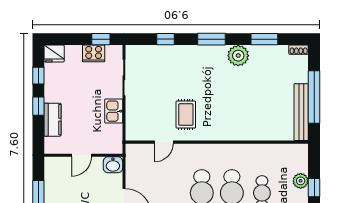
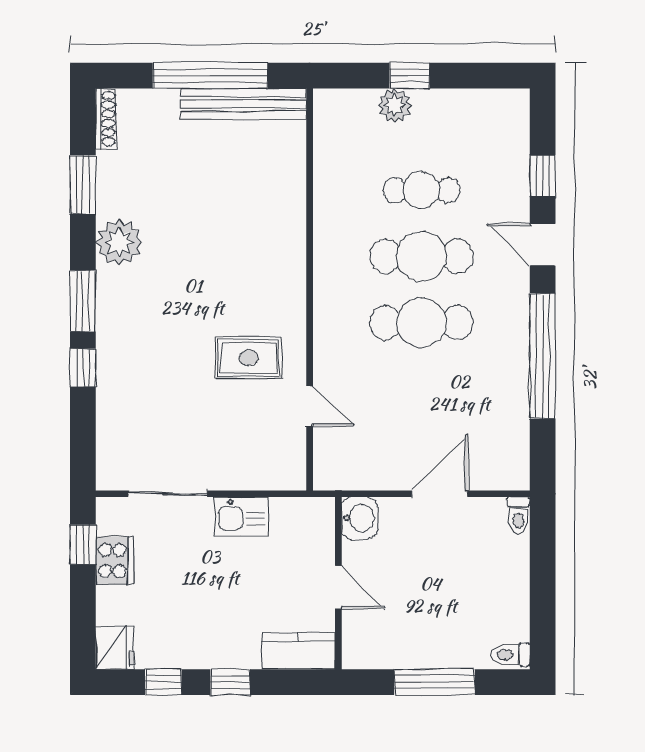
window: (166, 39) -> (83, 368), moved
shoe rack: (299, 50) -> (106, 119), width x1.43
kitchen counter: (52, 120) -> (299, 651), moved

